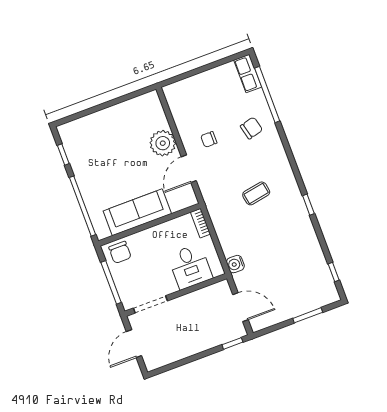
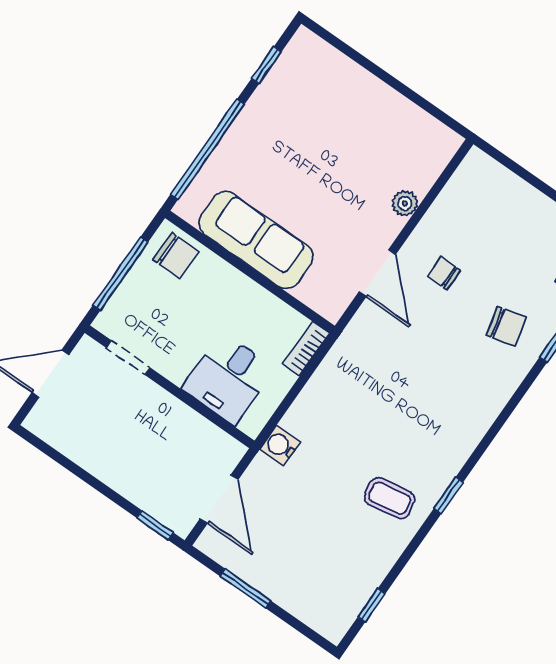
plant: (163, 143) -> (405, 203), width x0.53, depth x0.53
door: (189, 169) -> (377, 273), swing flipped
coffee table: (256, 193) -> (390, 498), moved
chair: (120, 252) -> (176, 256), turned -90
doorway: (150, 304) -> (128, 358), width x0.73
window: (308, 315) -> (246, 589), moved

